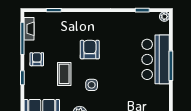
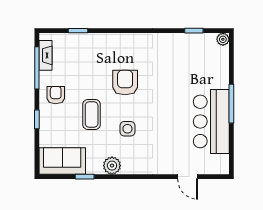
bar counter: (156, 59) -> (211, 121), moved

